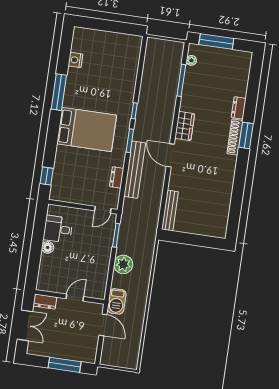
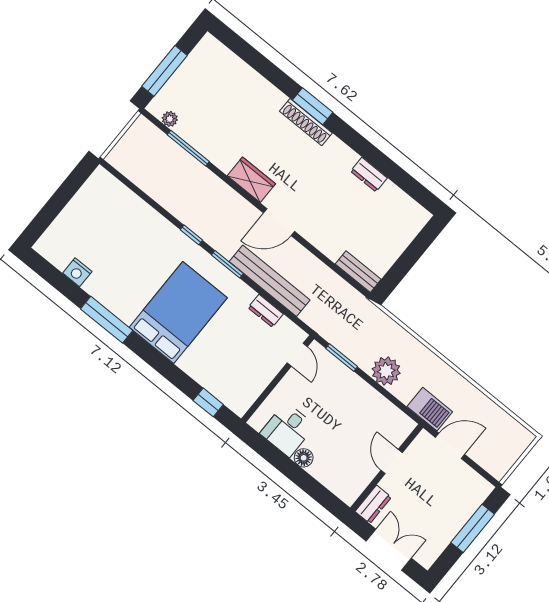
dresser: (239, 108) -> (369, 175), moved
bench: (170, 211) -> (358, 272), width x0.73

